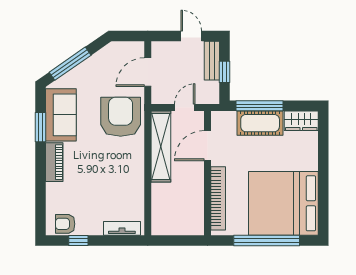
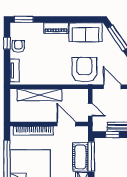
armchair: (121, 117) -> (84, 70), turned -90
window: (40, 127) -> (24, 19), moved
shelving: (161, 147) -> (39, 95), moved
armchair: (65, 224) -> (18, 46), moved

